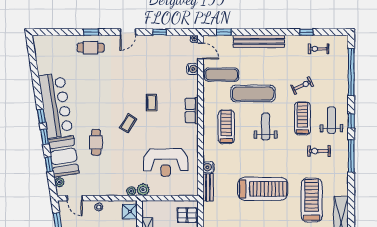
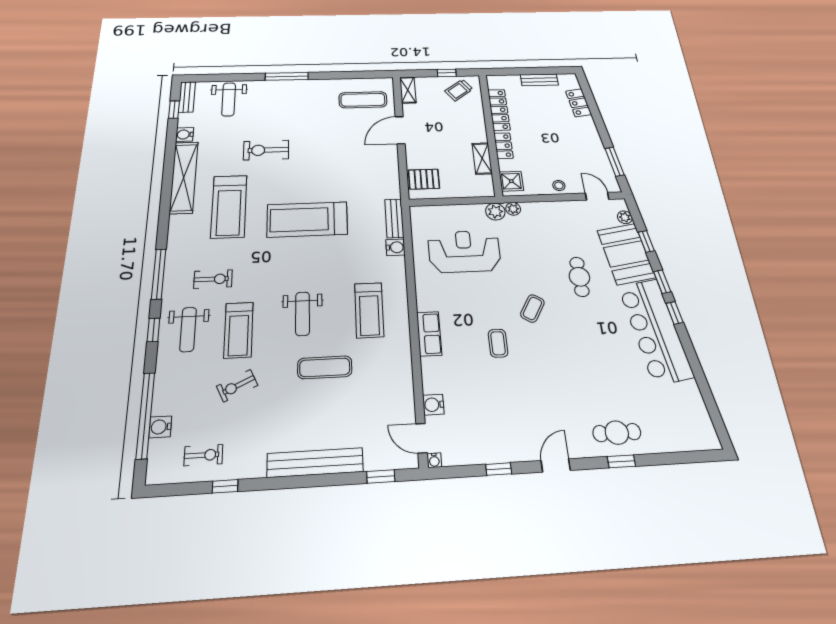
water cooler: (343, 65) -> (160, 427), added
exercise mat: (222, 75) -> (381, 397), removed
exercise mat: (253, 94) -> (325, 367), width x0.73, depth x0.69

